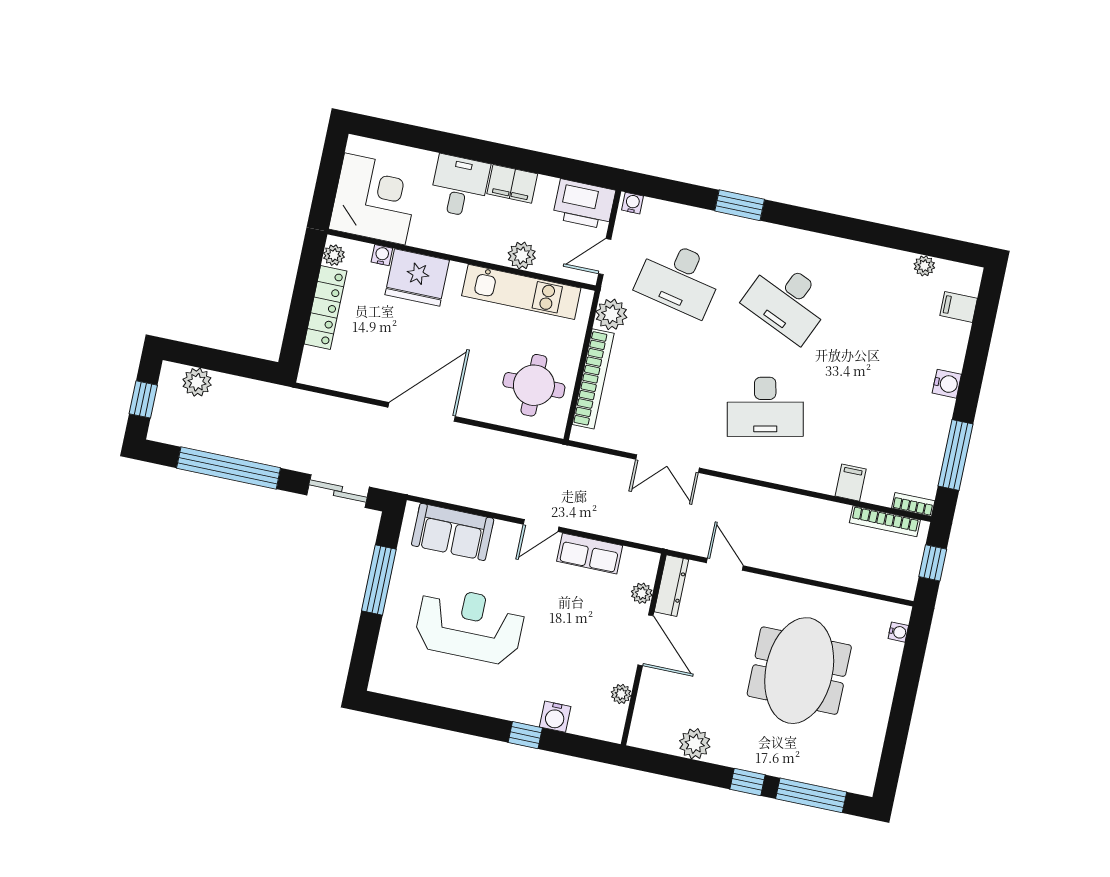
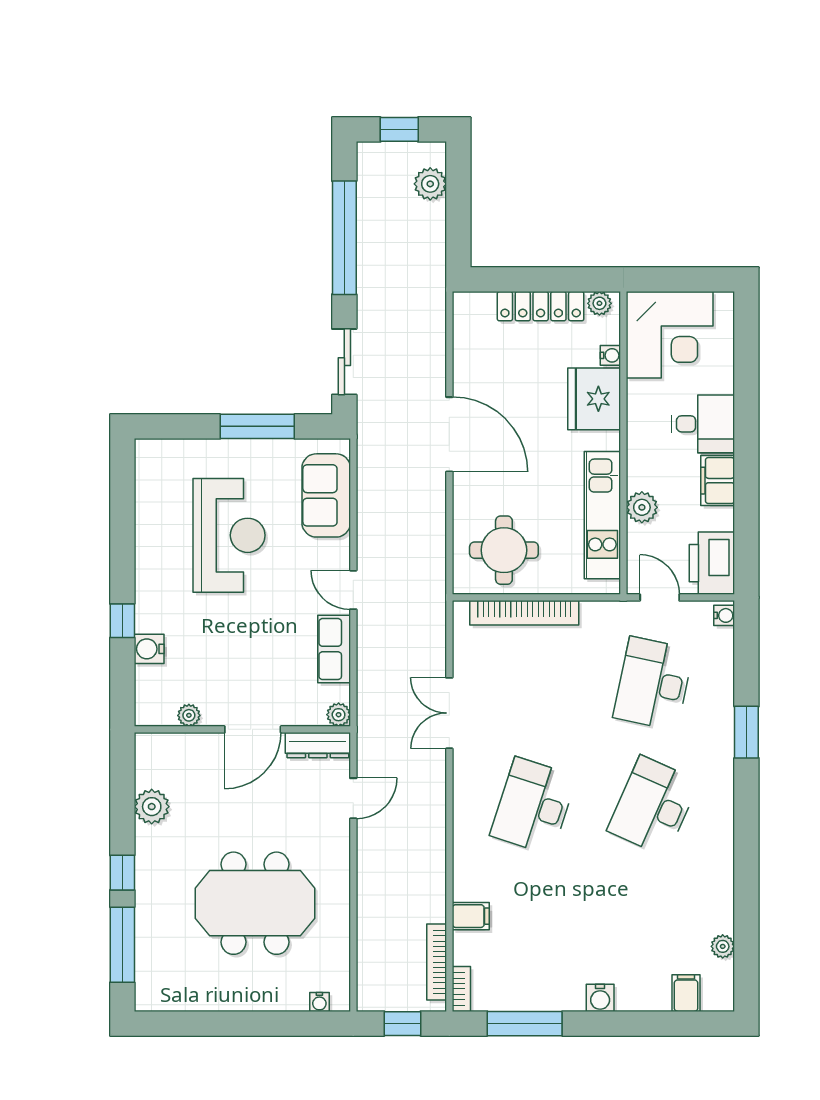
plant: (611, 314) -> (599, 618), removed
desk: (765, 407) -> (533, 806), turned 30
plant: (642, 593) -> (339, 715), moved

